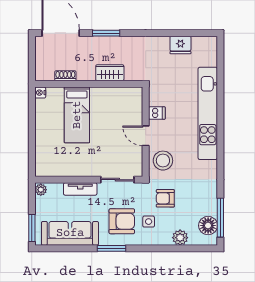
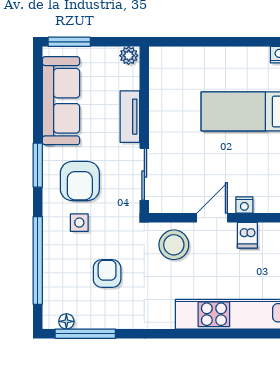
nightstand: (137, 115) -> (244, 205), added
armchair: (165, 198) -> (107, 274), moved
floor lamp: (208, 226) -> (66, 321), width x0.53, depth x0.53
plant: (180, 238) -> (54, 271), removed
window: (173, 248) -> (38, 260), added

